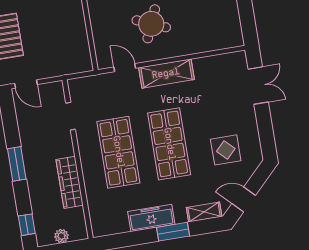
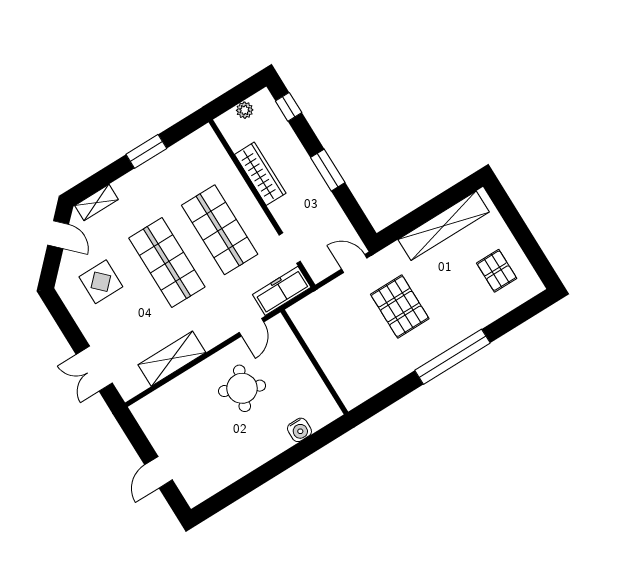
door: (125, 68) -> (251, 327), hinge flipped
shelving: (166, 74) -> (172, 359), moved
door: (244, 199) -> (58, 235), hinge flipped
freezer: (151, 218) -> (282, 291), moved, turned 180
window: (173, 232) -> (146, 151), moved

